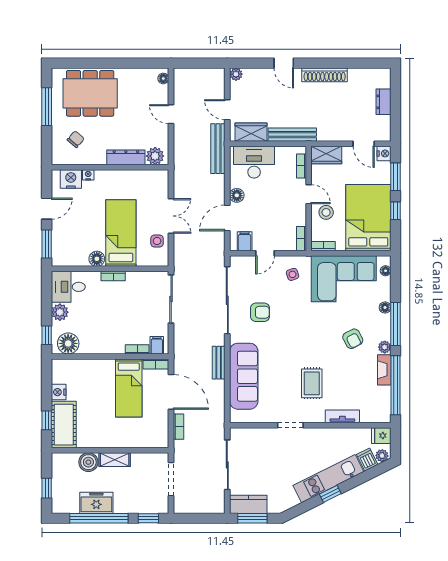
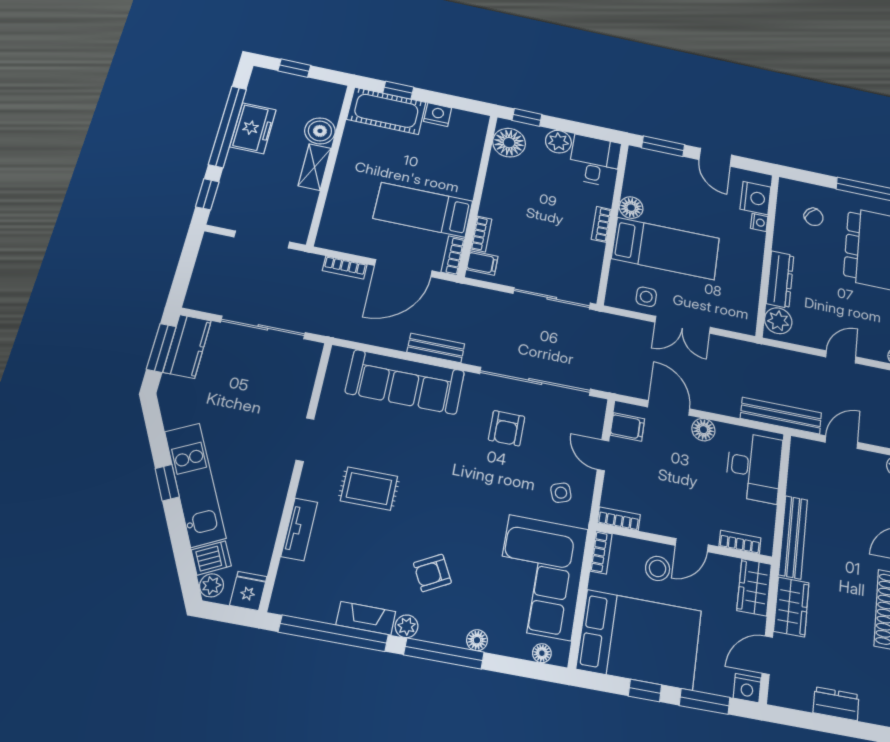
wardrobe: (251, 132) -> (791, 607), moved

